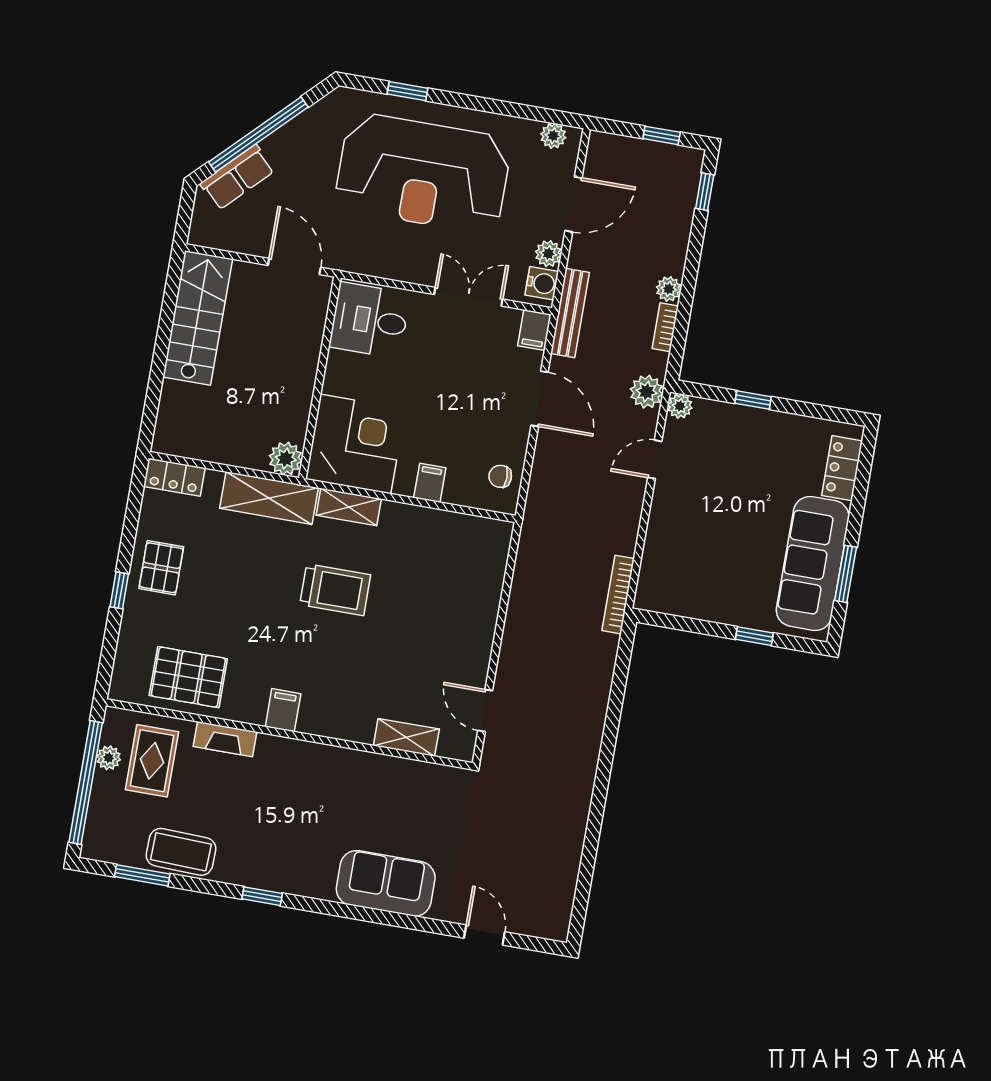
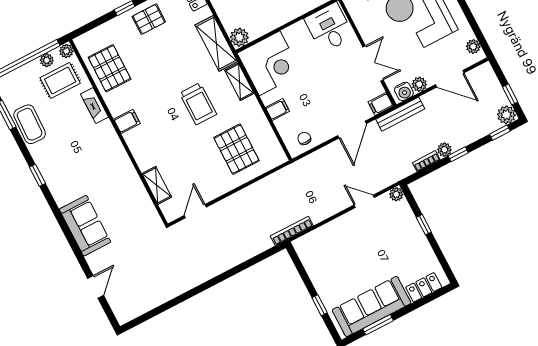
window: (690, 274) -> (458, 154), added
plant: (647, 392) -> (506, 115), moved
pallet: (442, 585) -> (236, 149), added
plant: (117, 720) -> (66, 51), added

